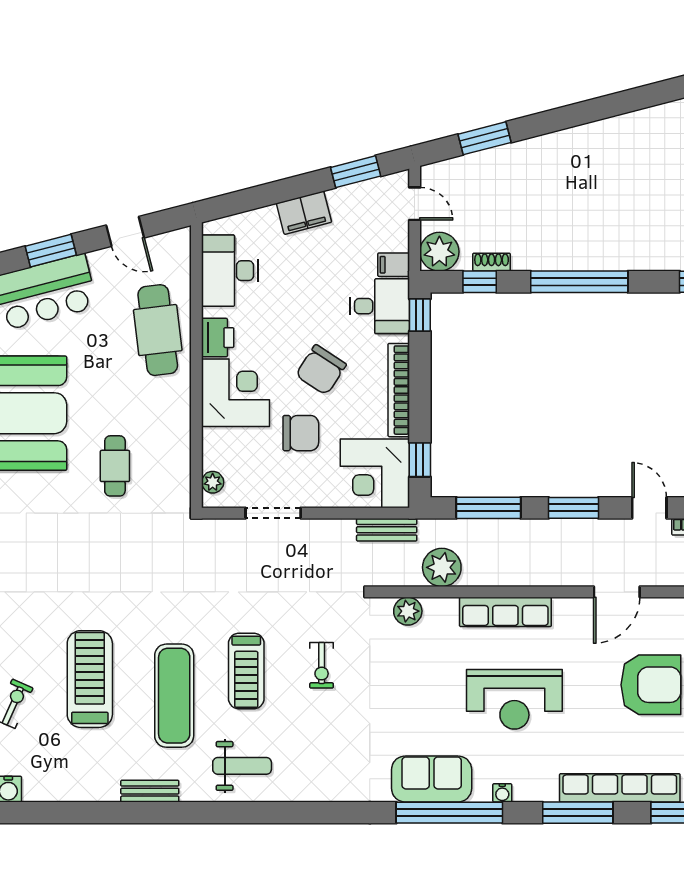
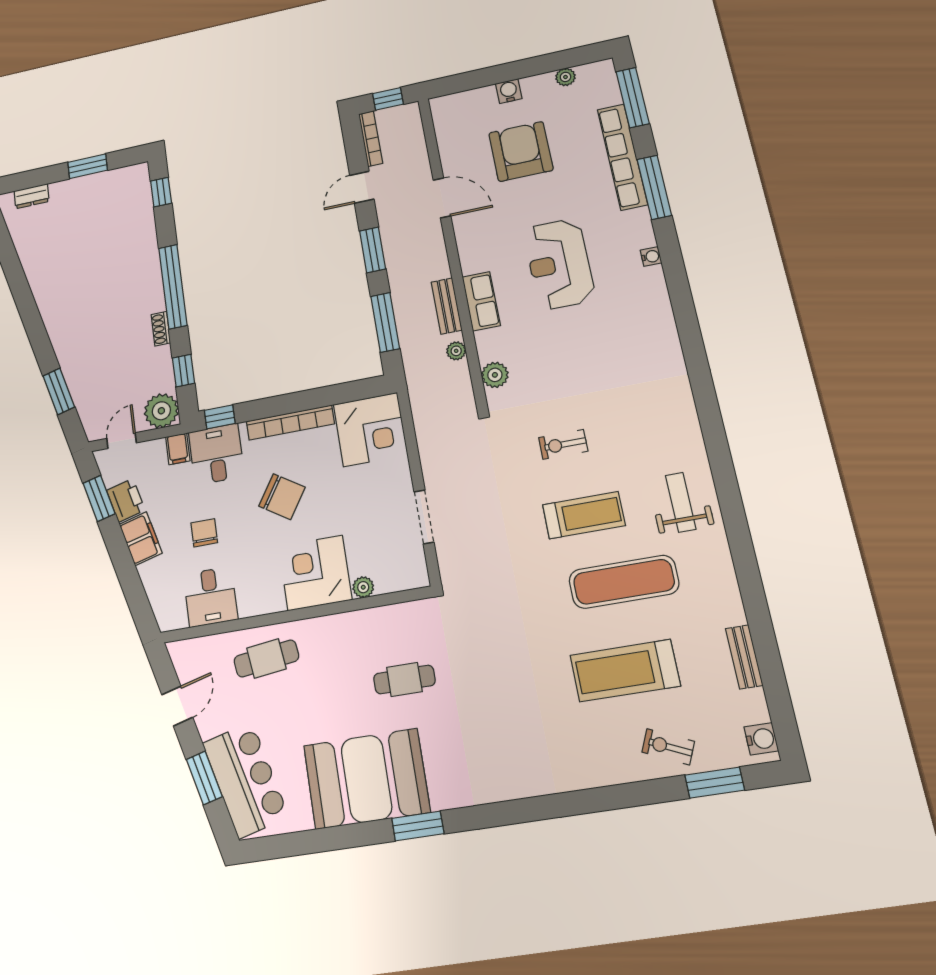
shoe rack: (492, 262) -> (161, 329), moved
desk: (230, 271) -> (211, 597), width x0.73
cafe table: (158, 330) -> (266, 659), width x0.73, depth x0.74
printer: (218, 338) -> (126, 500), moved, turned 75
chair: (301, 433) -> (204, 533), moved, width x0.73, depth x0.73
window: (420, 460) -> (351, 391), removed
plant: (213, 482) -> (363, 587), moved
bench: (387, 530) -> (447, 306), moved
plant: (442, 567) -> (456, 351), width x0.53, depth x0.53
row of seats: (505, 612) -> (481, 301), width x0.68
exercise bike: (322, 665) -> (563, 444), turned 180
reception desk: (514, 699) -> (559, 264), turned 180
sofa: (432, 779) -> (652, 322), removed
bench: (150, 791) -> (744, 657), moved
window: (449, 813) -> (681, 300), removed

